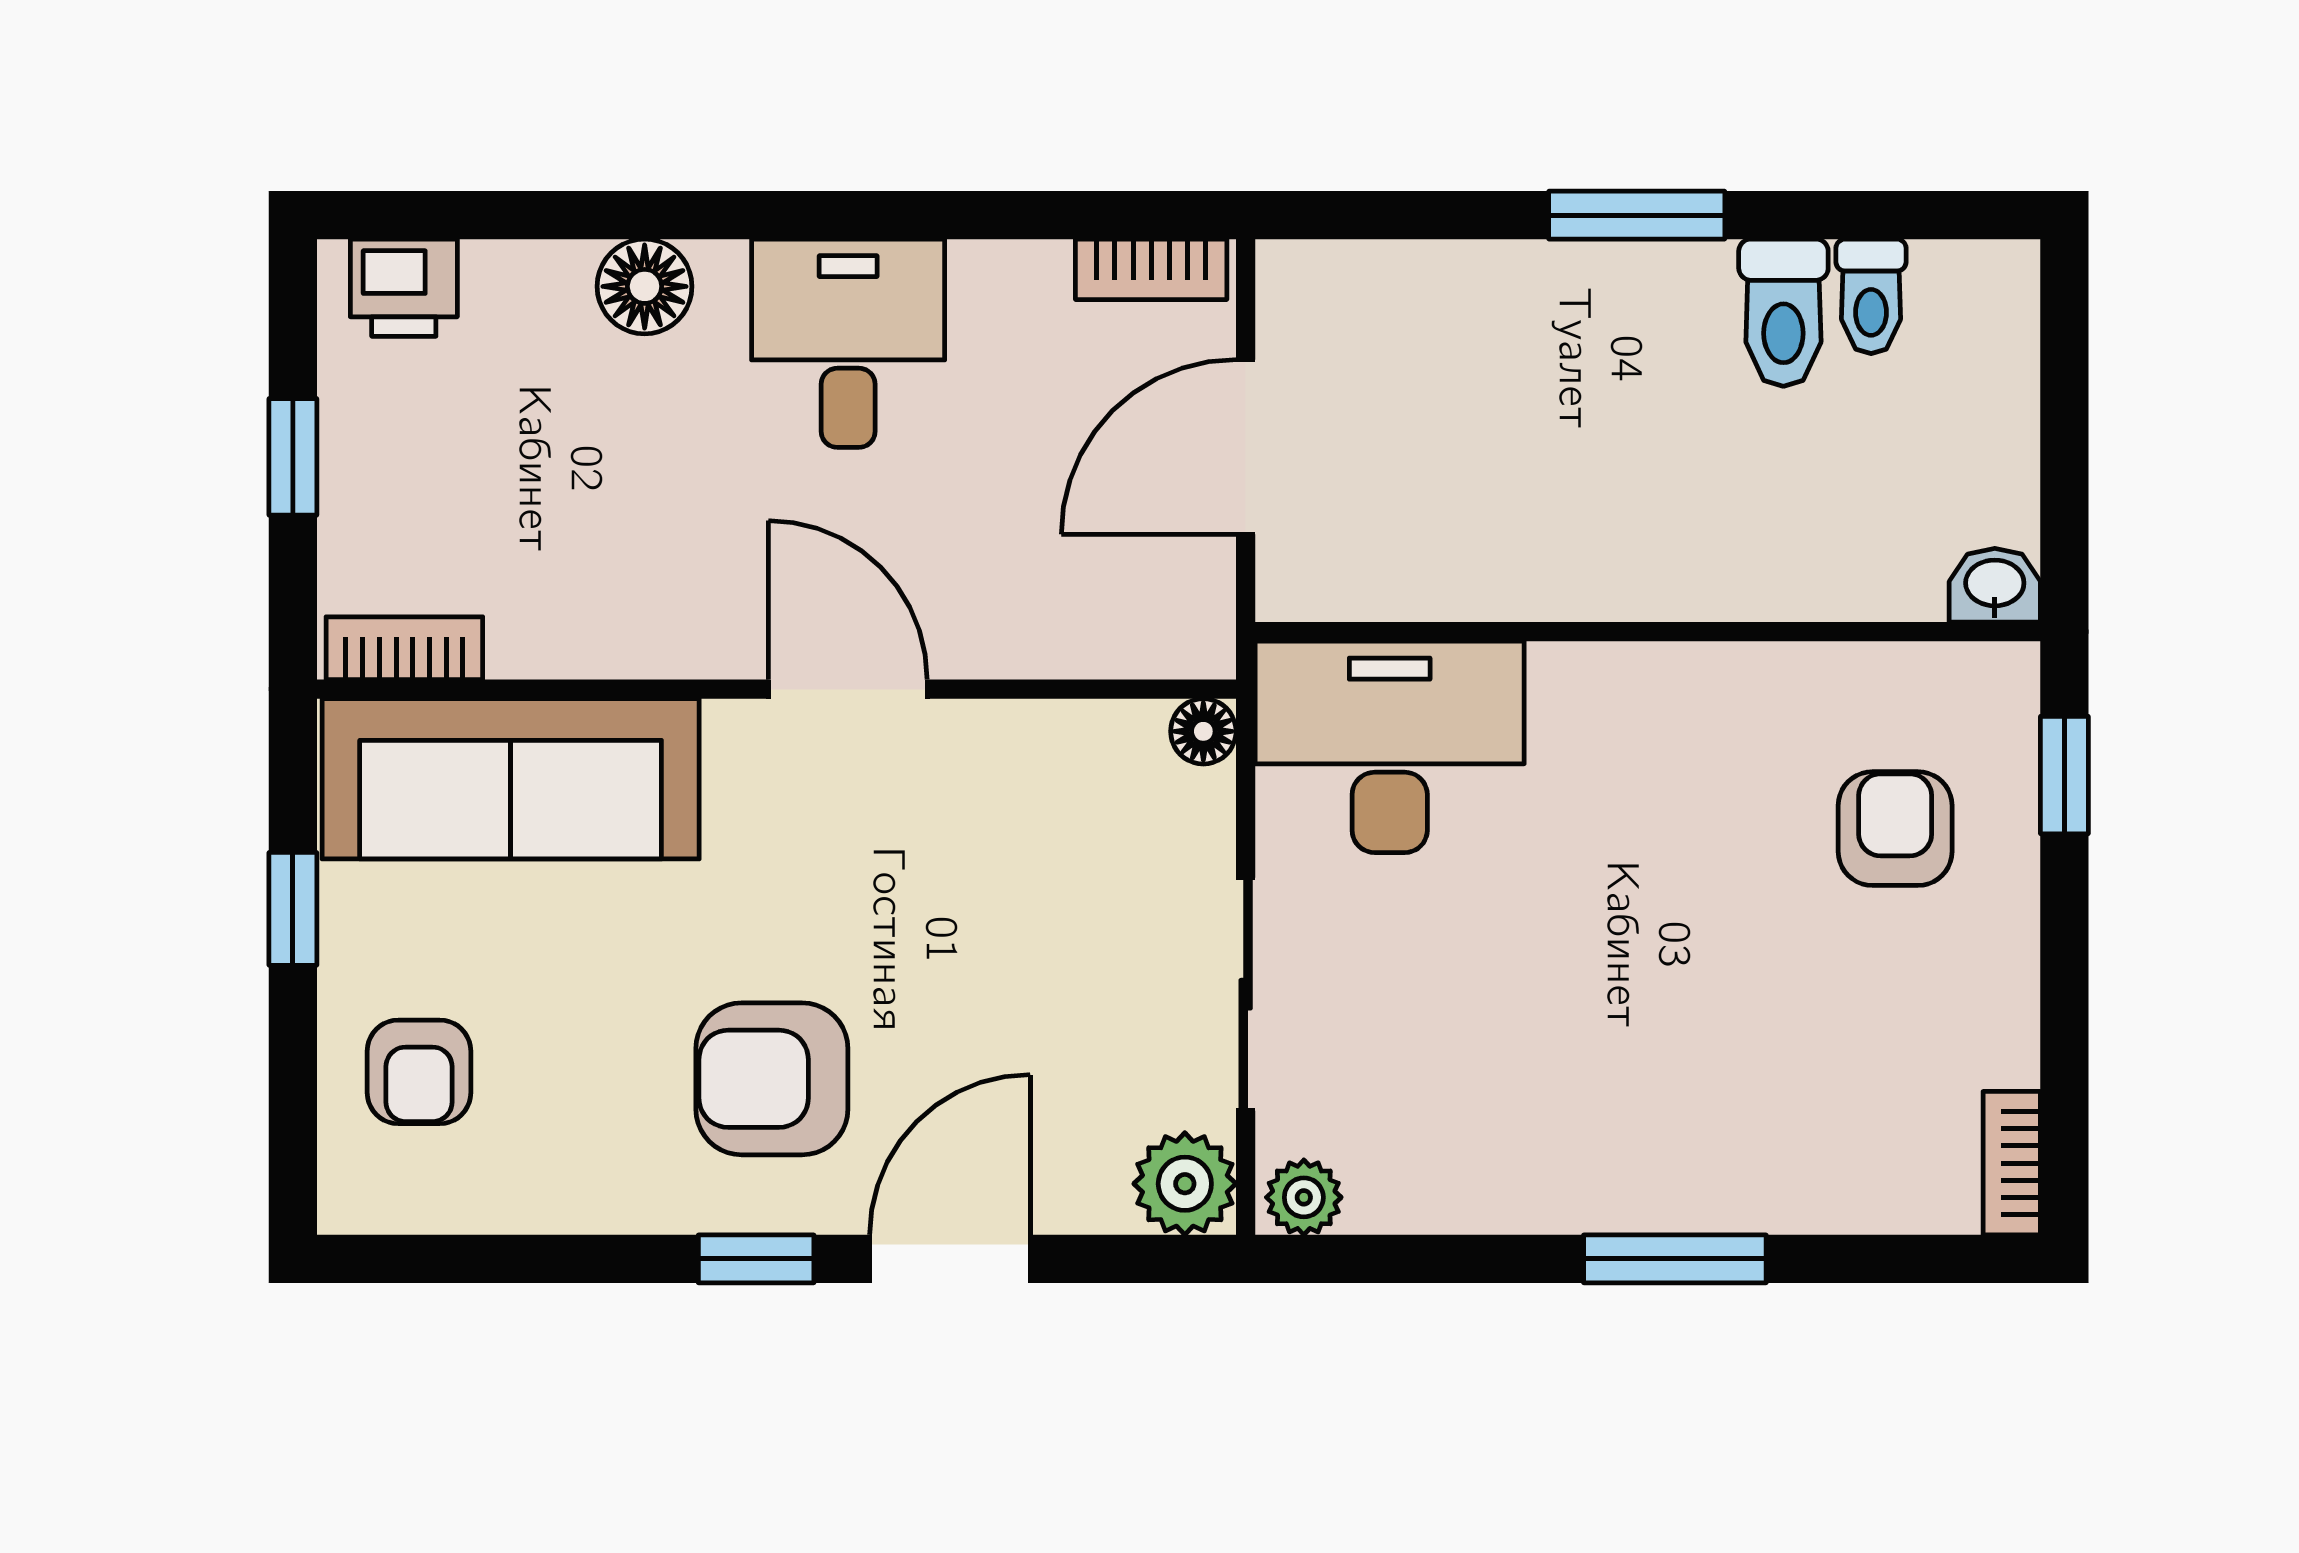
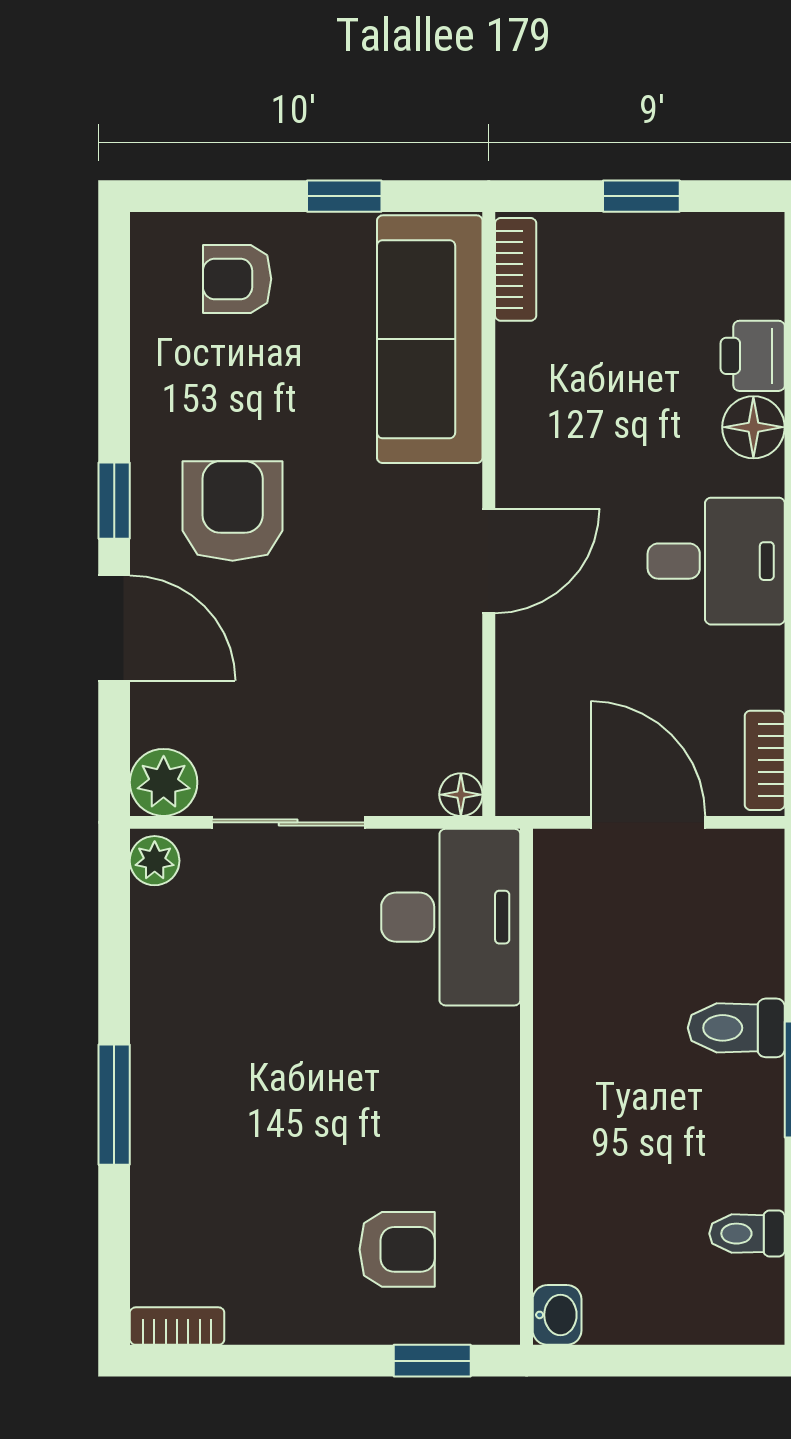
printer: (404, 288) -> (753, 356), moved
toilet: (1783, 313) -> (736, 1028), moved

